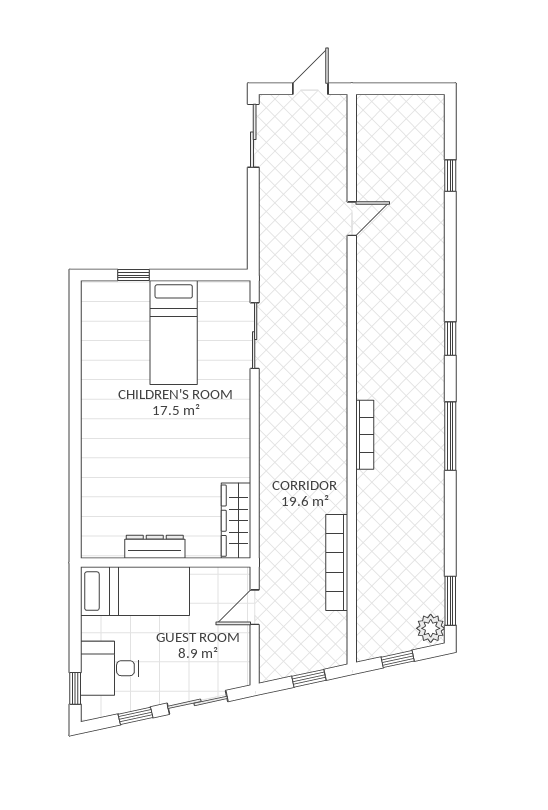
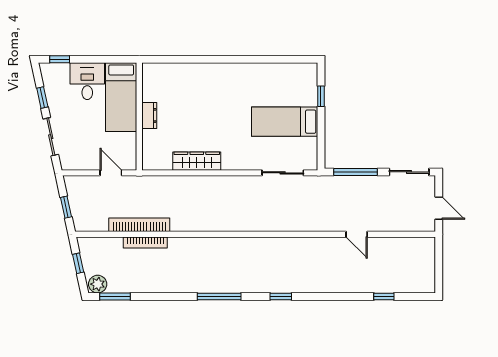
window: (253, 220) -> (356, 172), added
bookcase: (365, 435) -> (145, 242), moved
wardrobe: (236, 521) -> (197, 161), moved
dresser: (155, 547) -> (149, 115), width x0.70
desk: (110, 668) -> (87, 81), moved

